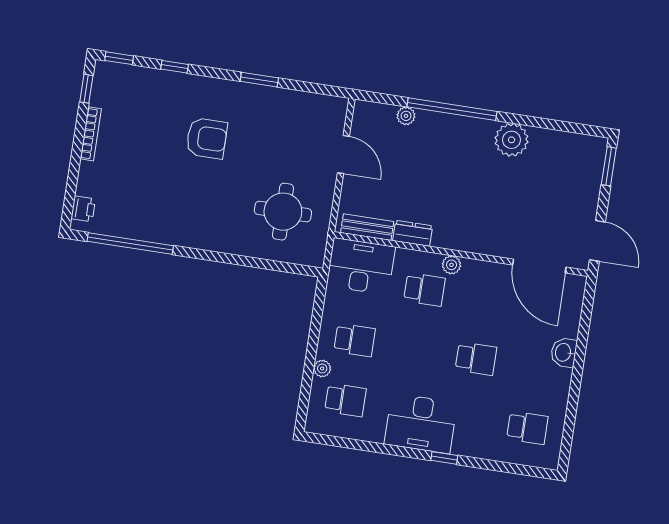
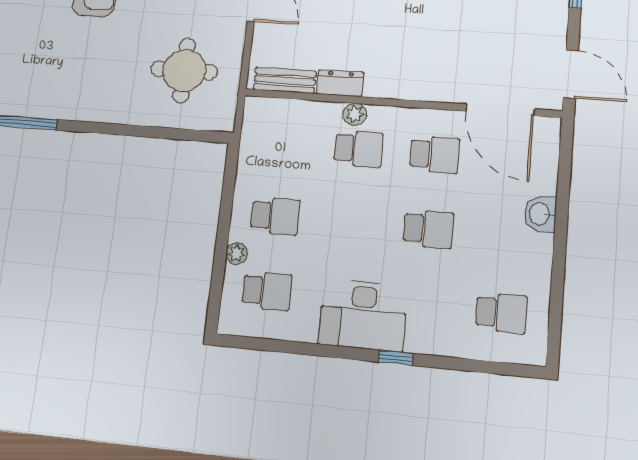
plant: (451, 265) -> (355, 114), moved
desk: (361, 266) -> (279, 127), removed
school desk: (485, 299) -> (435, 154), added

